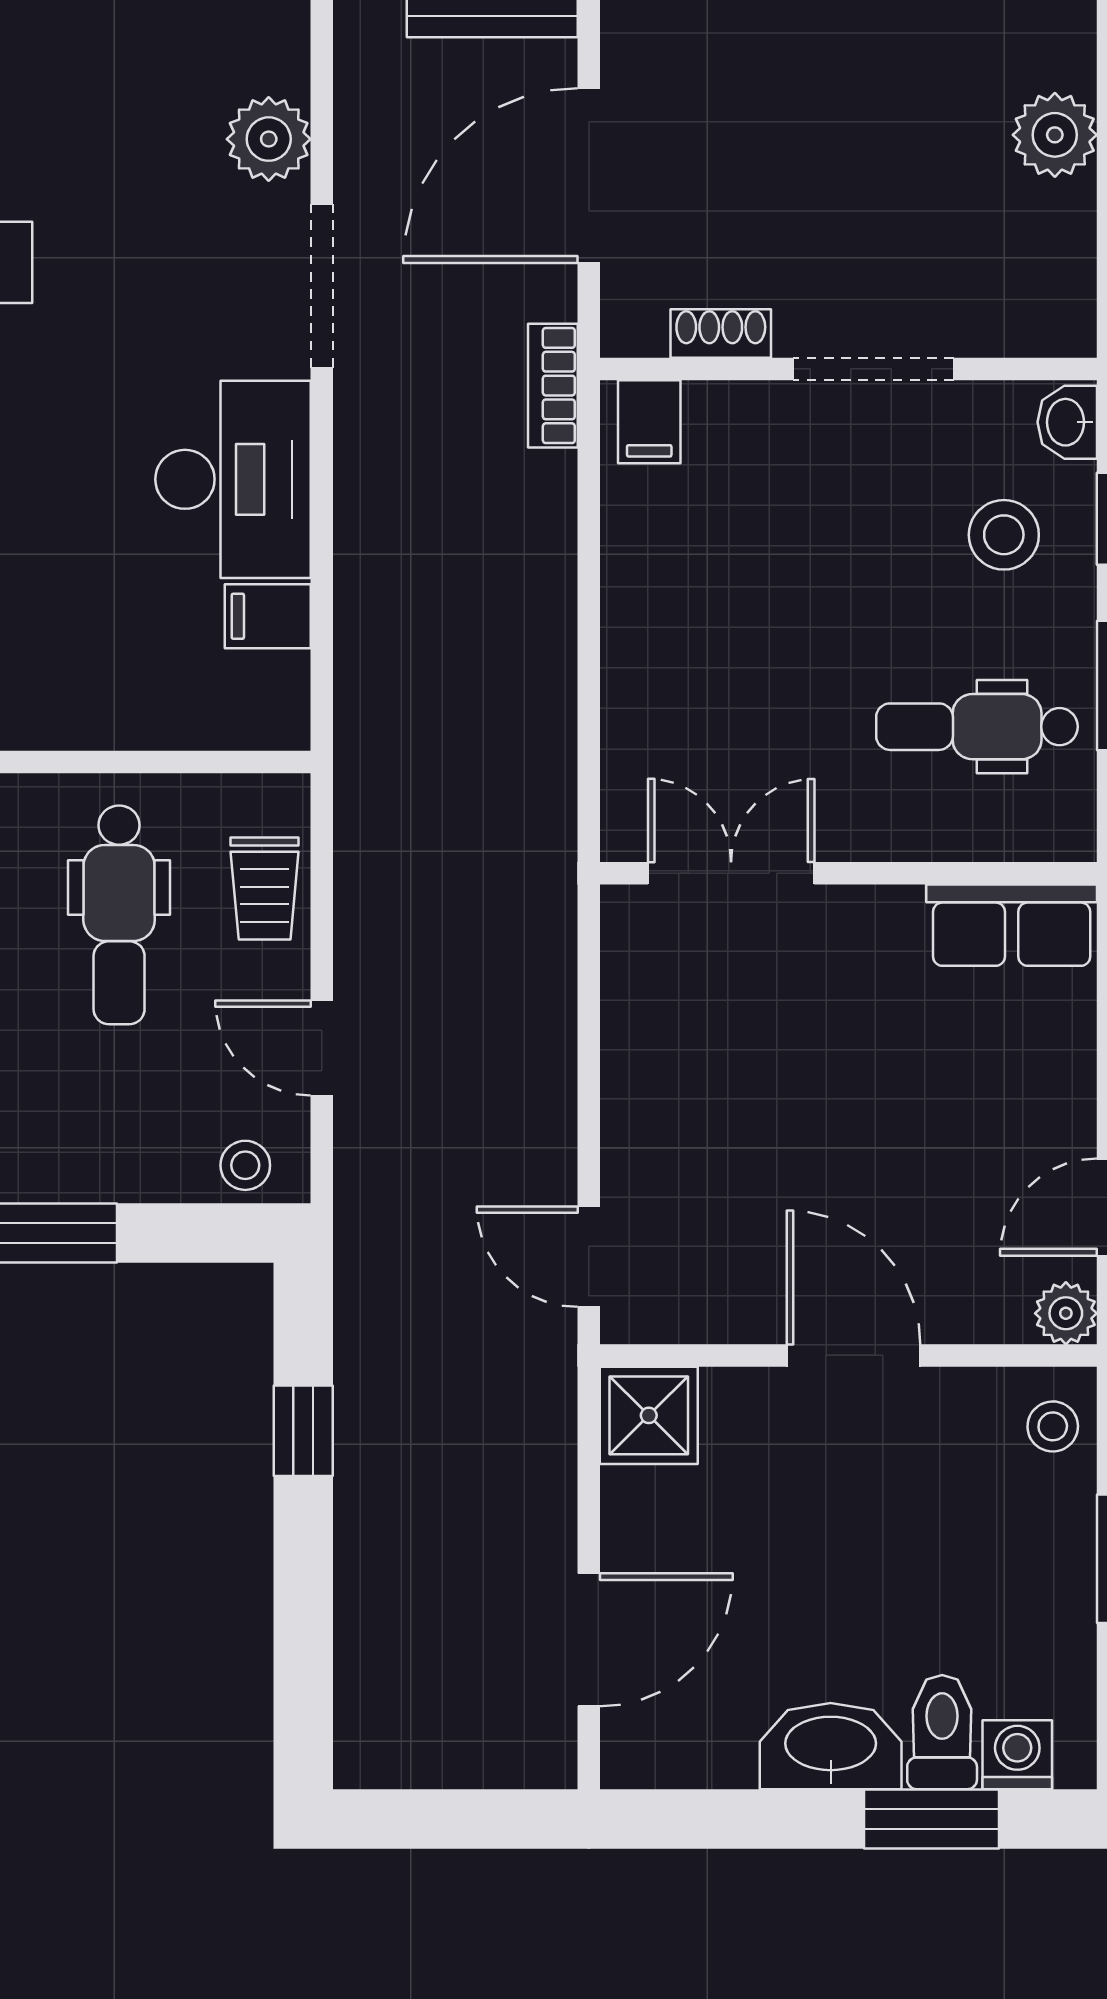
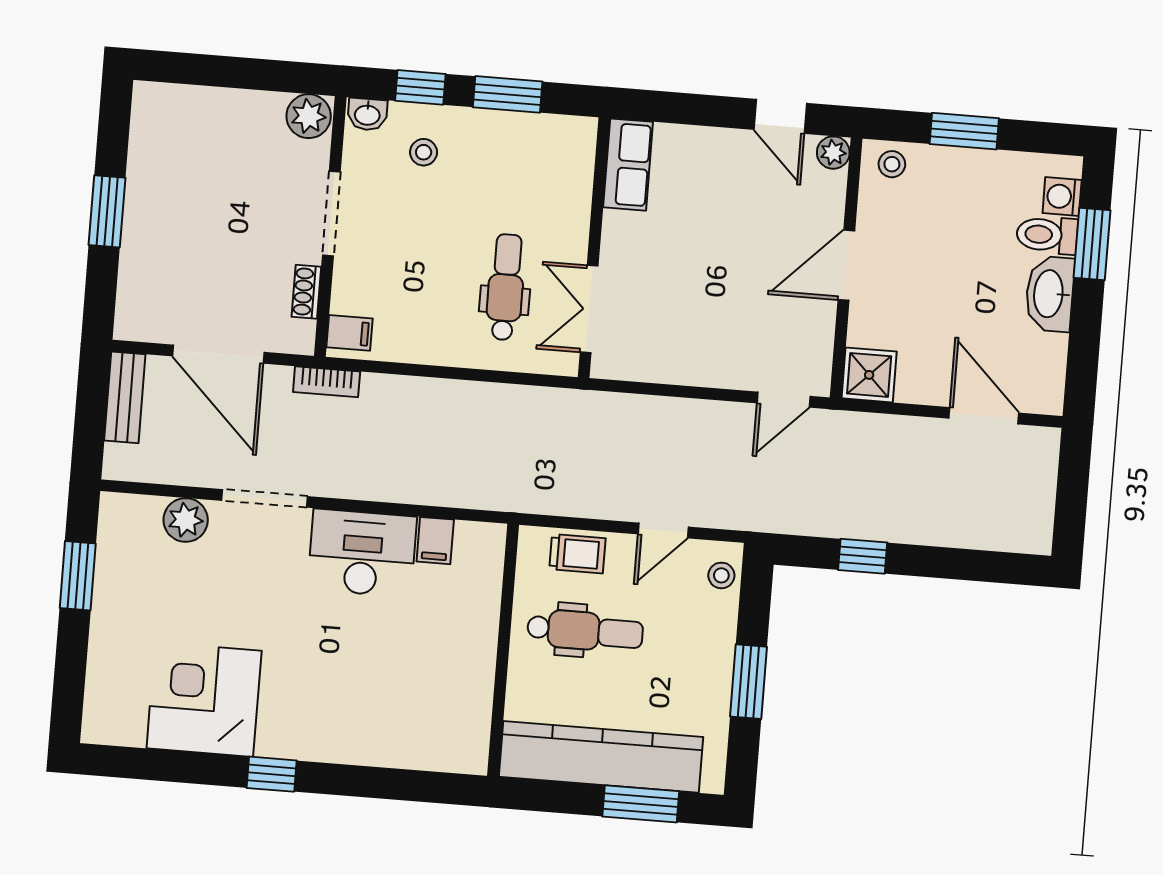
plant: (1055, 135) -> (309, 116), moved
stool: (1004, 535) -> (424, 152), width x0.73, depth x0.73
dental chair: (977, 727) -> (506, 287), moved, turned 180

